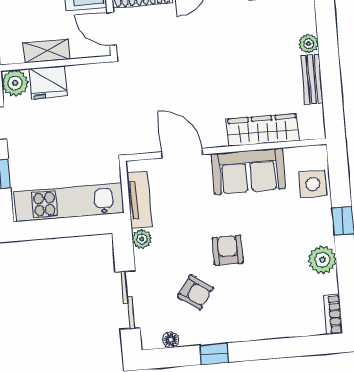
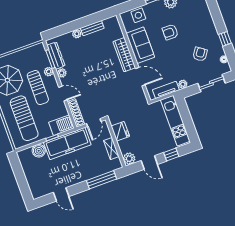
fridge: (48, 82) -> (120, 131), moved
wardrobe: (263, 130) -> (124, 55), moved
door: (182, 153) -> (140, 77), swing flipped
armchair: (228, 250) -> (170, 32), moved

